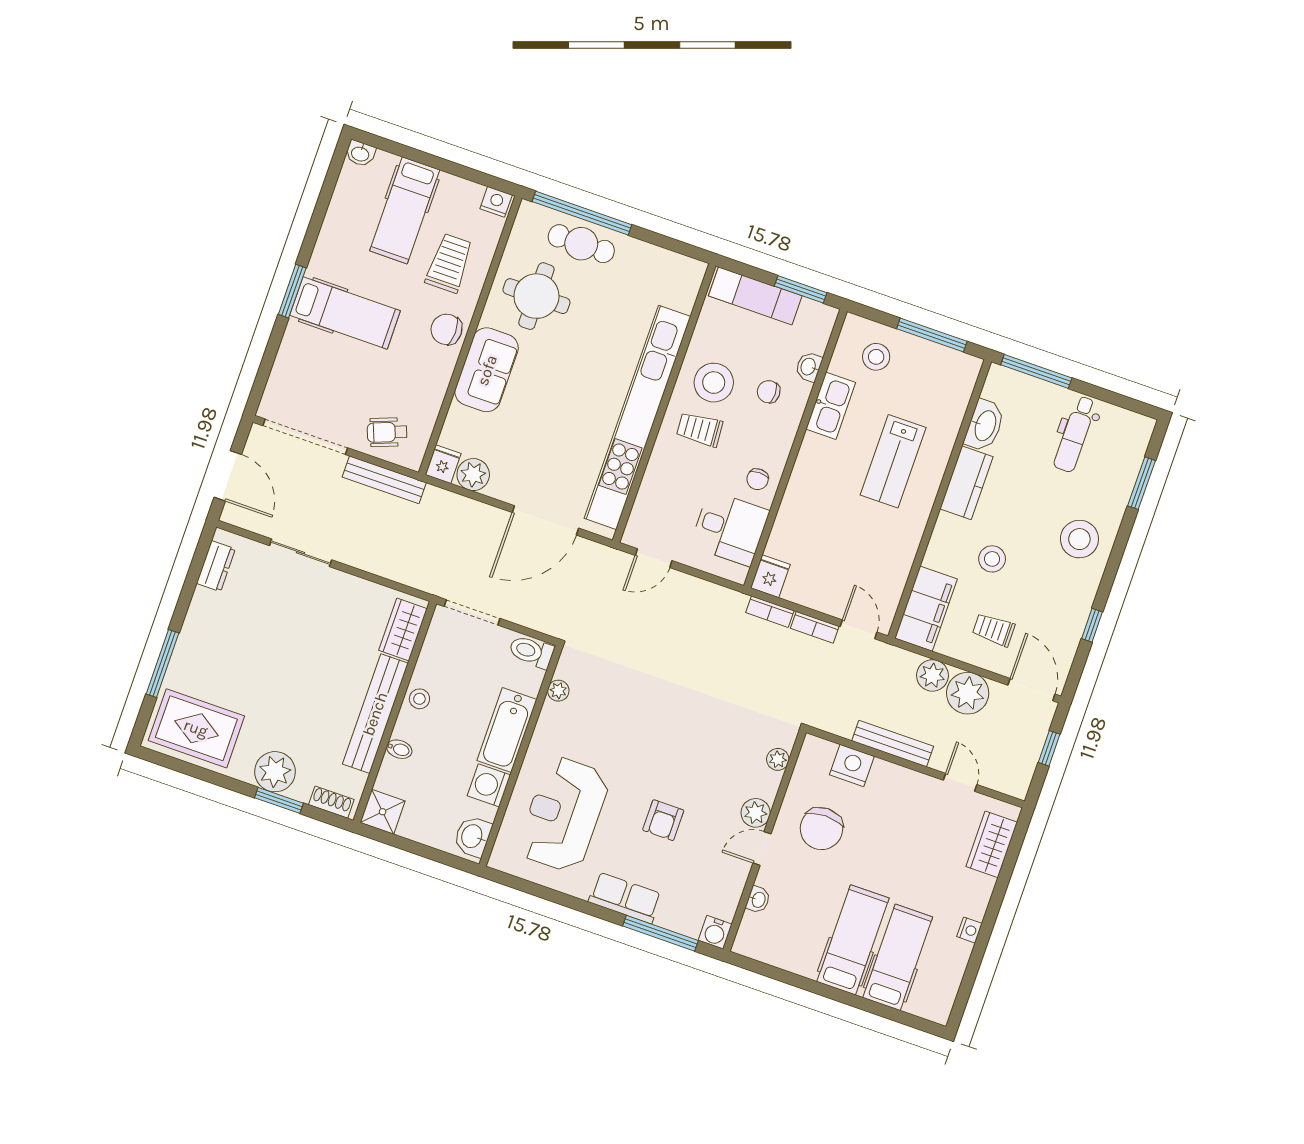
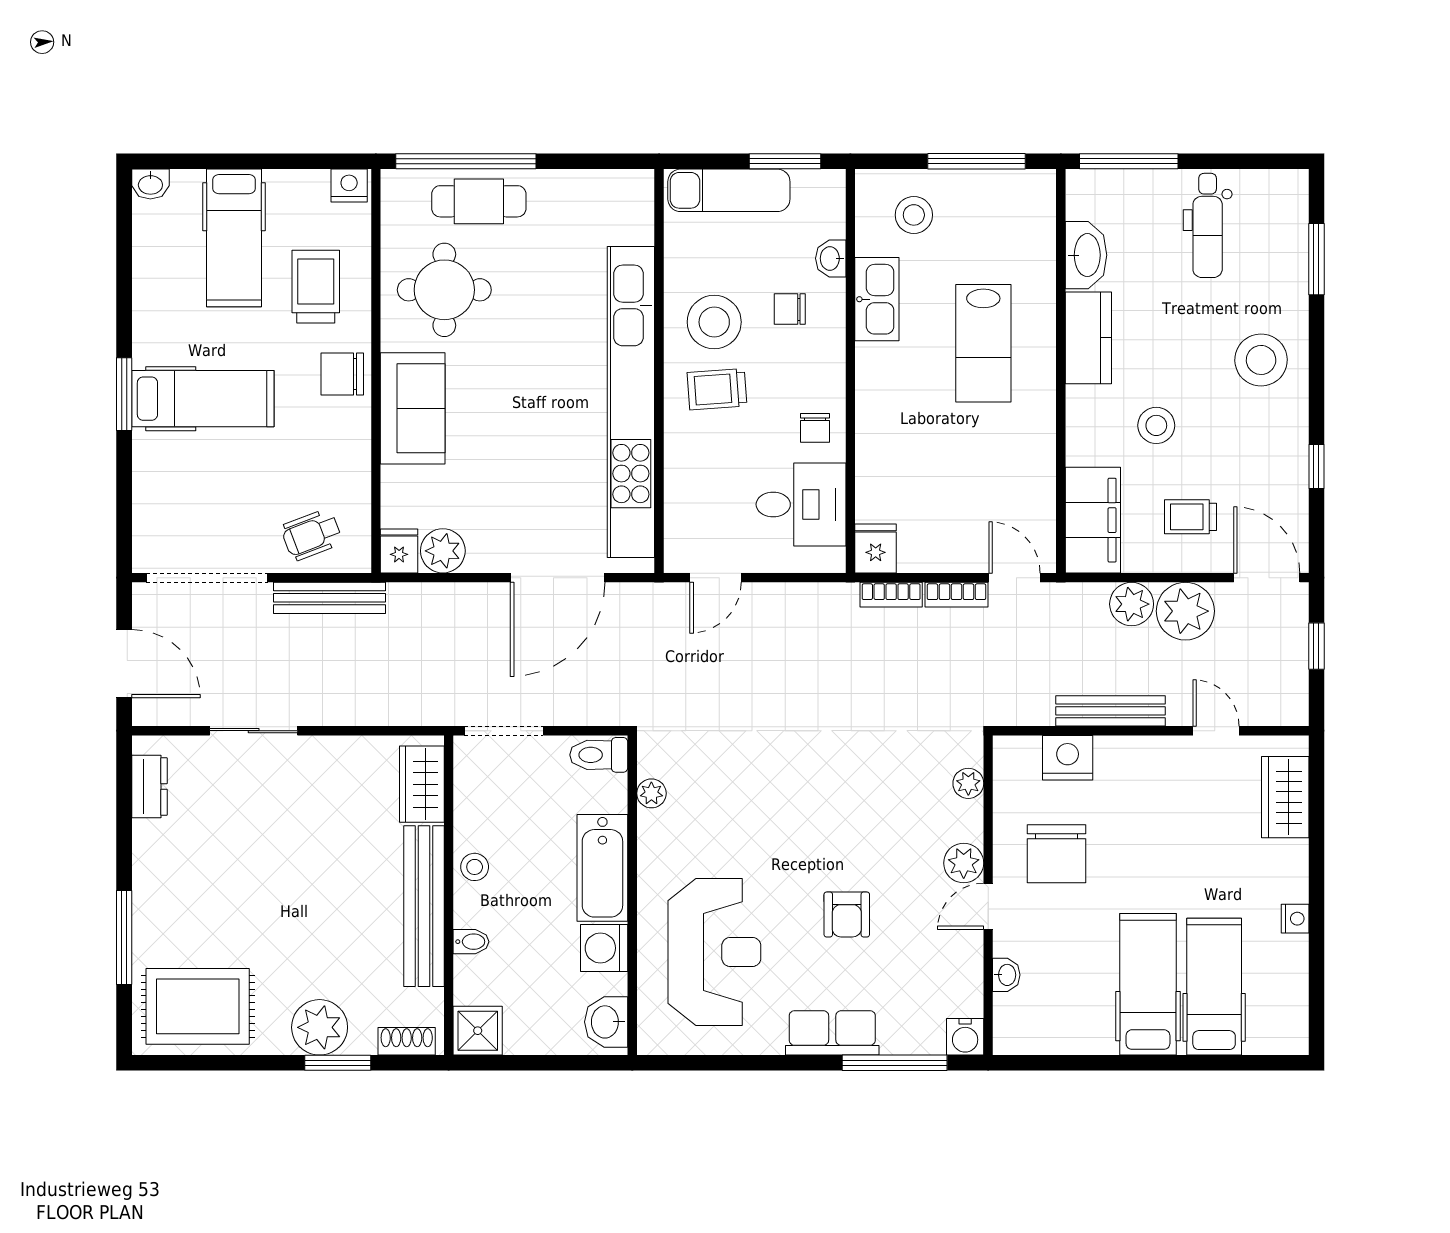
reception desk: (564, 814) -> (714, 952), turned 180

